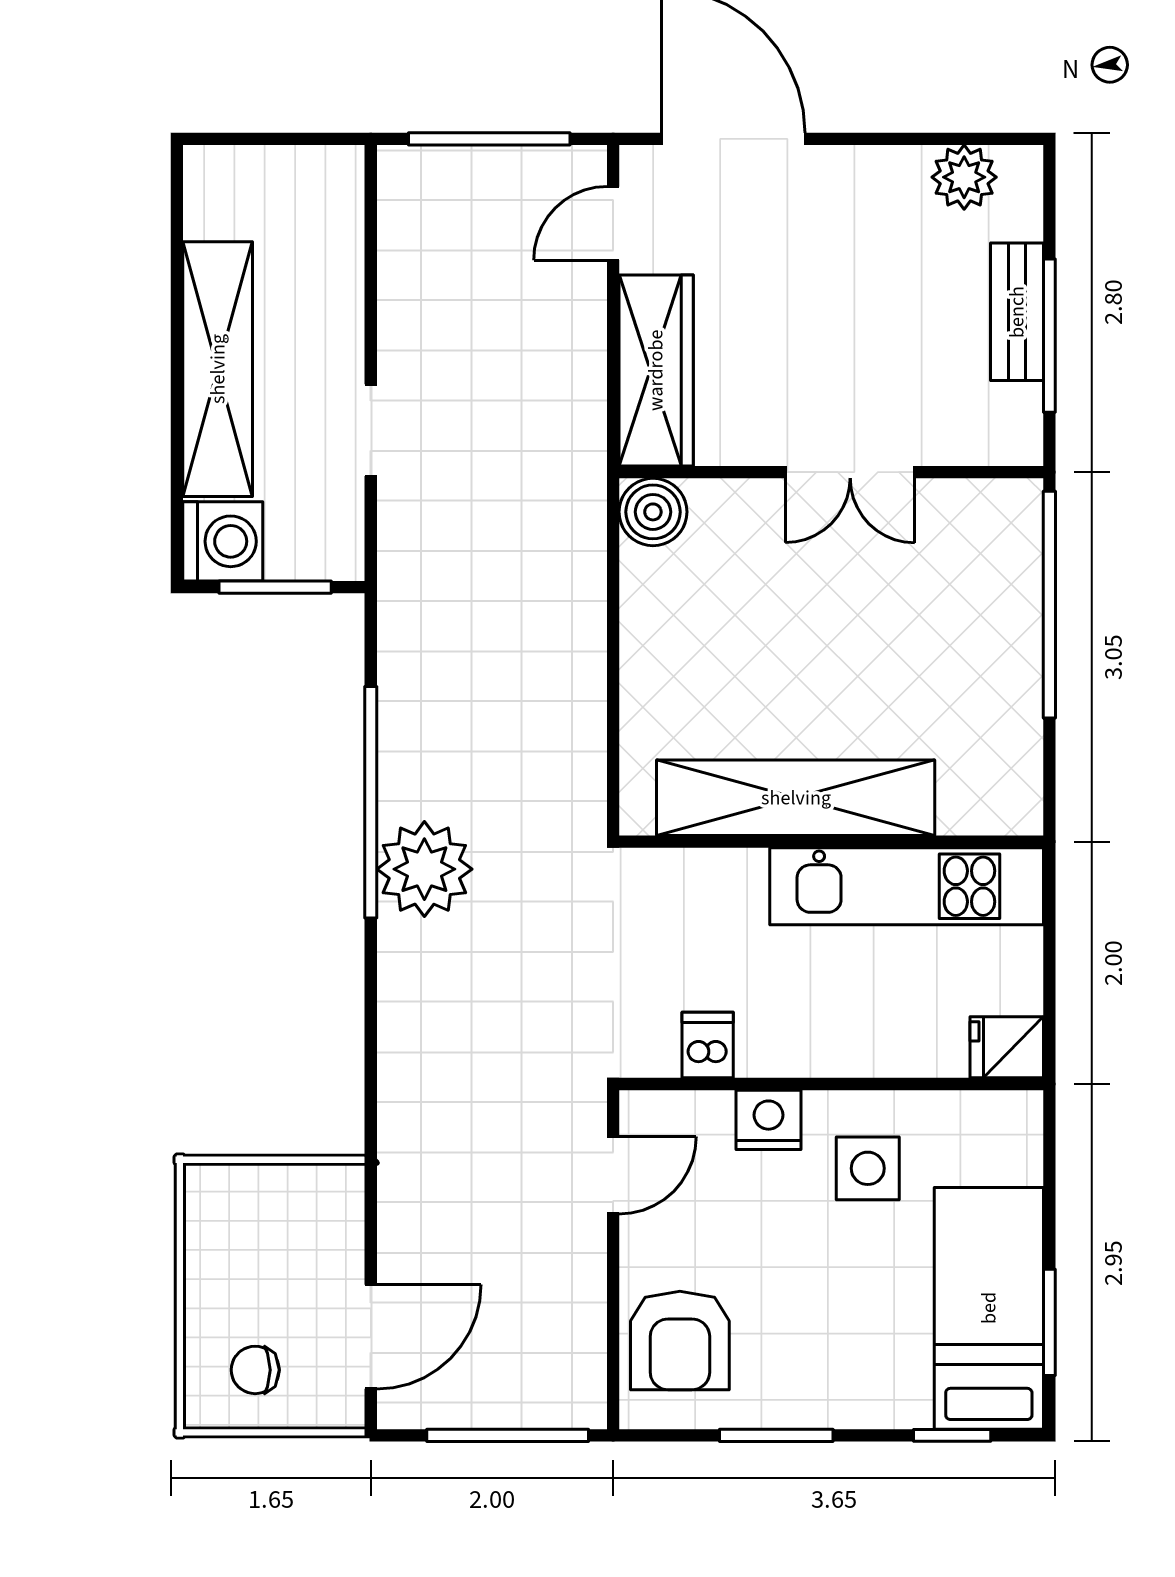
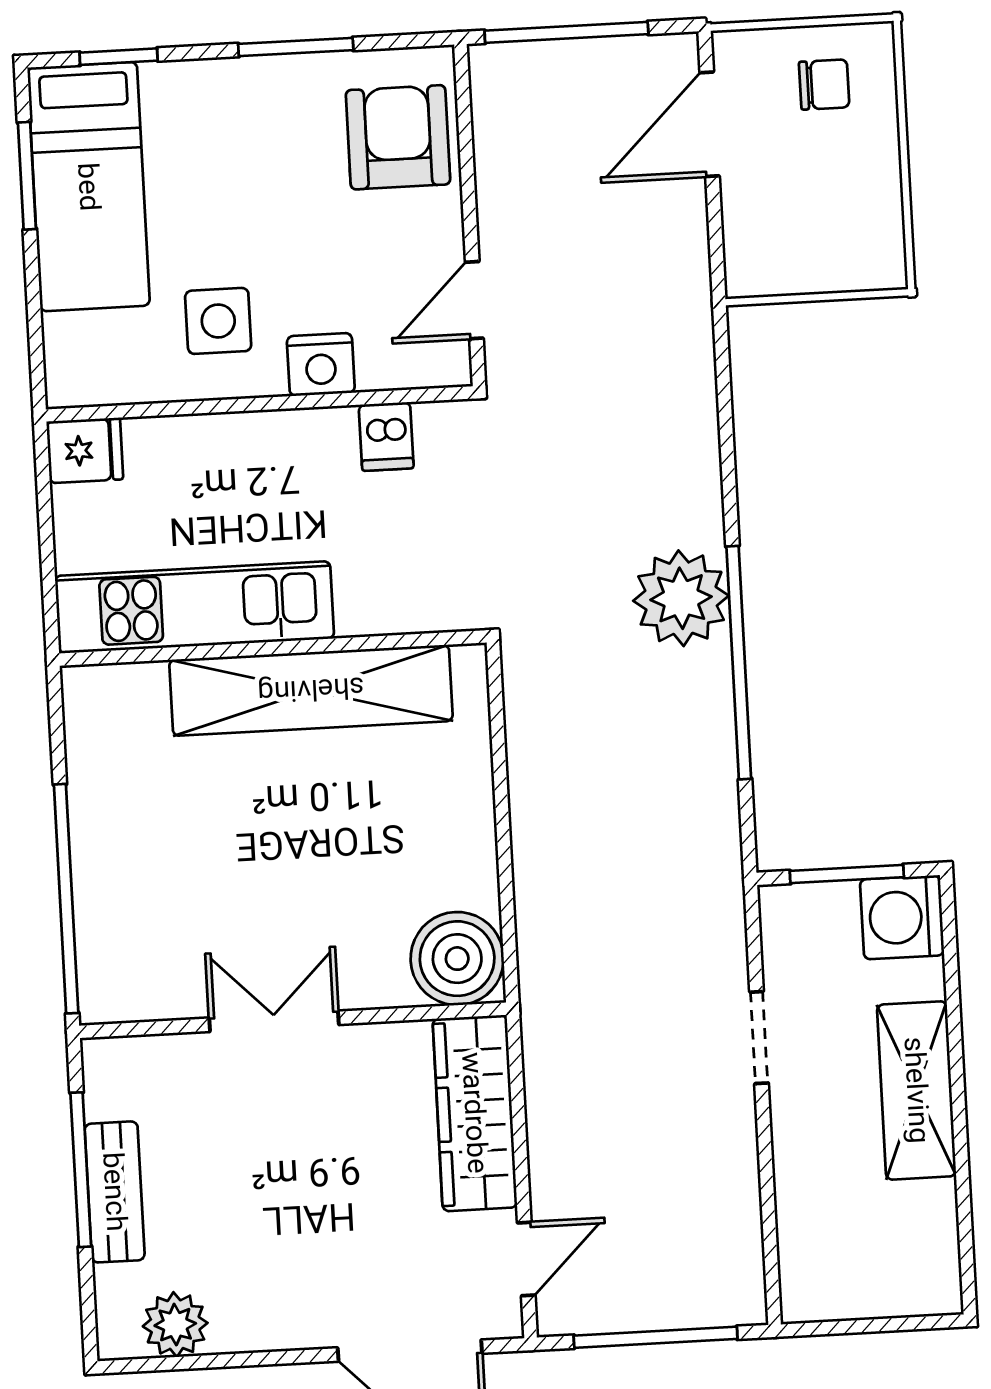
shelving: (218, 369) -> (917, 1090), width x0.68
boiler: (653, 512) -> (457, 959), width x1.37, depth x1.37

